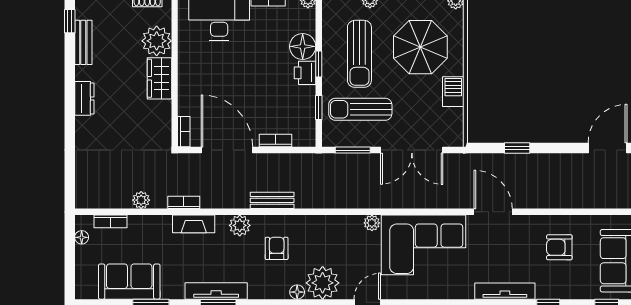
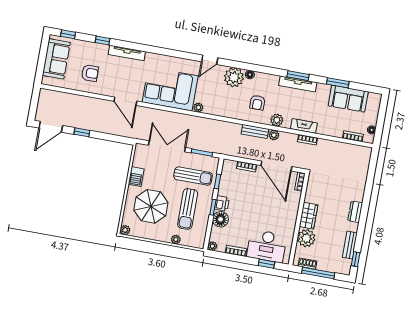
sun lounger: (359, 54) -> (188, 209), turned 180
window: (517, 148) -> (82, 132), moved
plant: (141, 200) -> (274, 135), moved

